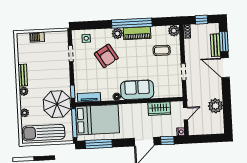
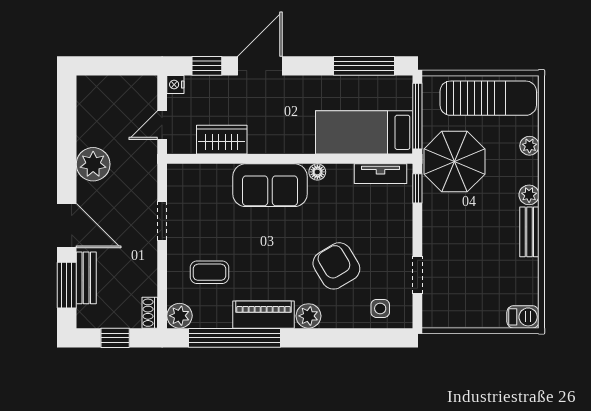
window: (132, 23) -> (235, 338), moved
barbecue: (37, 37) -> (523, 317), moved
plant: (215, 106) -> (93, 164), moved
bed: (97, 120) -> (364, 132), width x0.67

